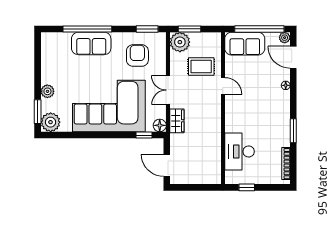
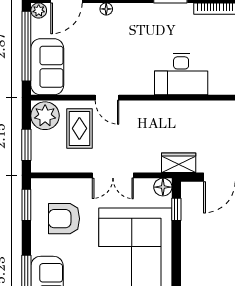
plant: (180, 42) -> (45, 116), moved
door: (223, 86) -> (107, 98), swing flipped
wardrobe: (177, 121) -> (179, 163), moved
desk: (240, 151) -> (181, 74), moved

